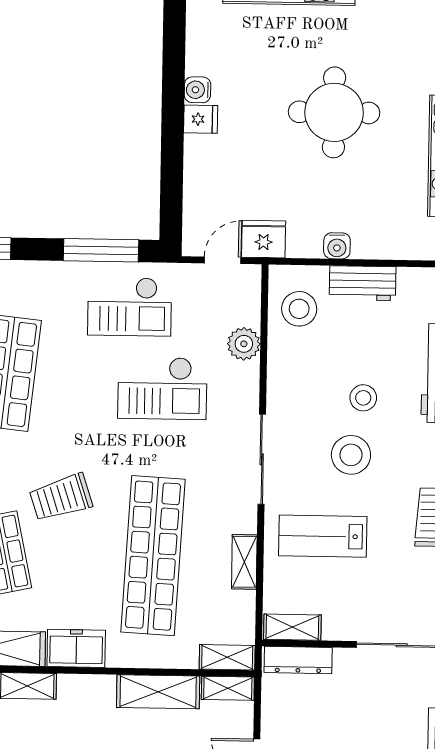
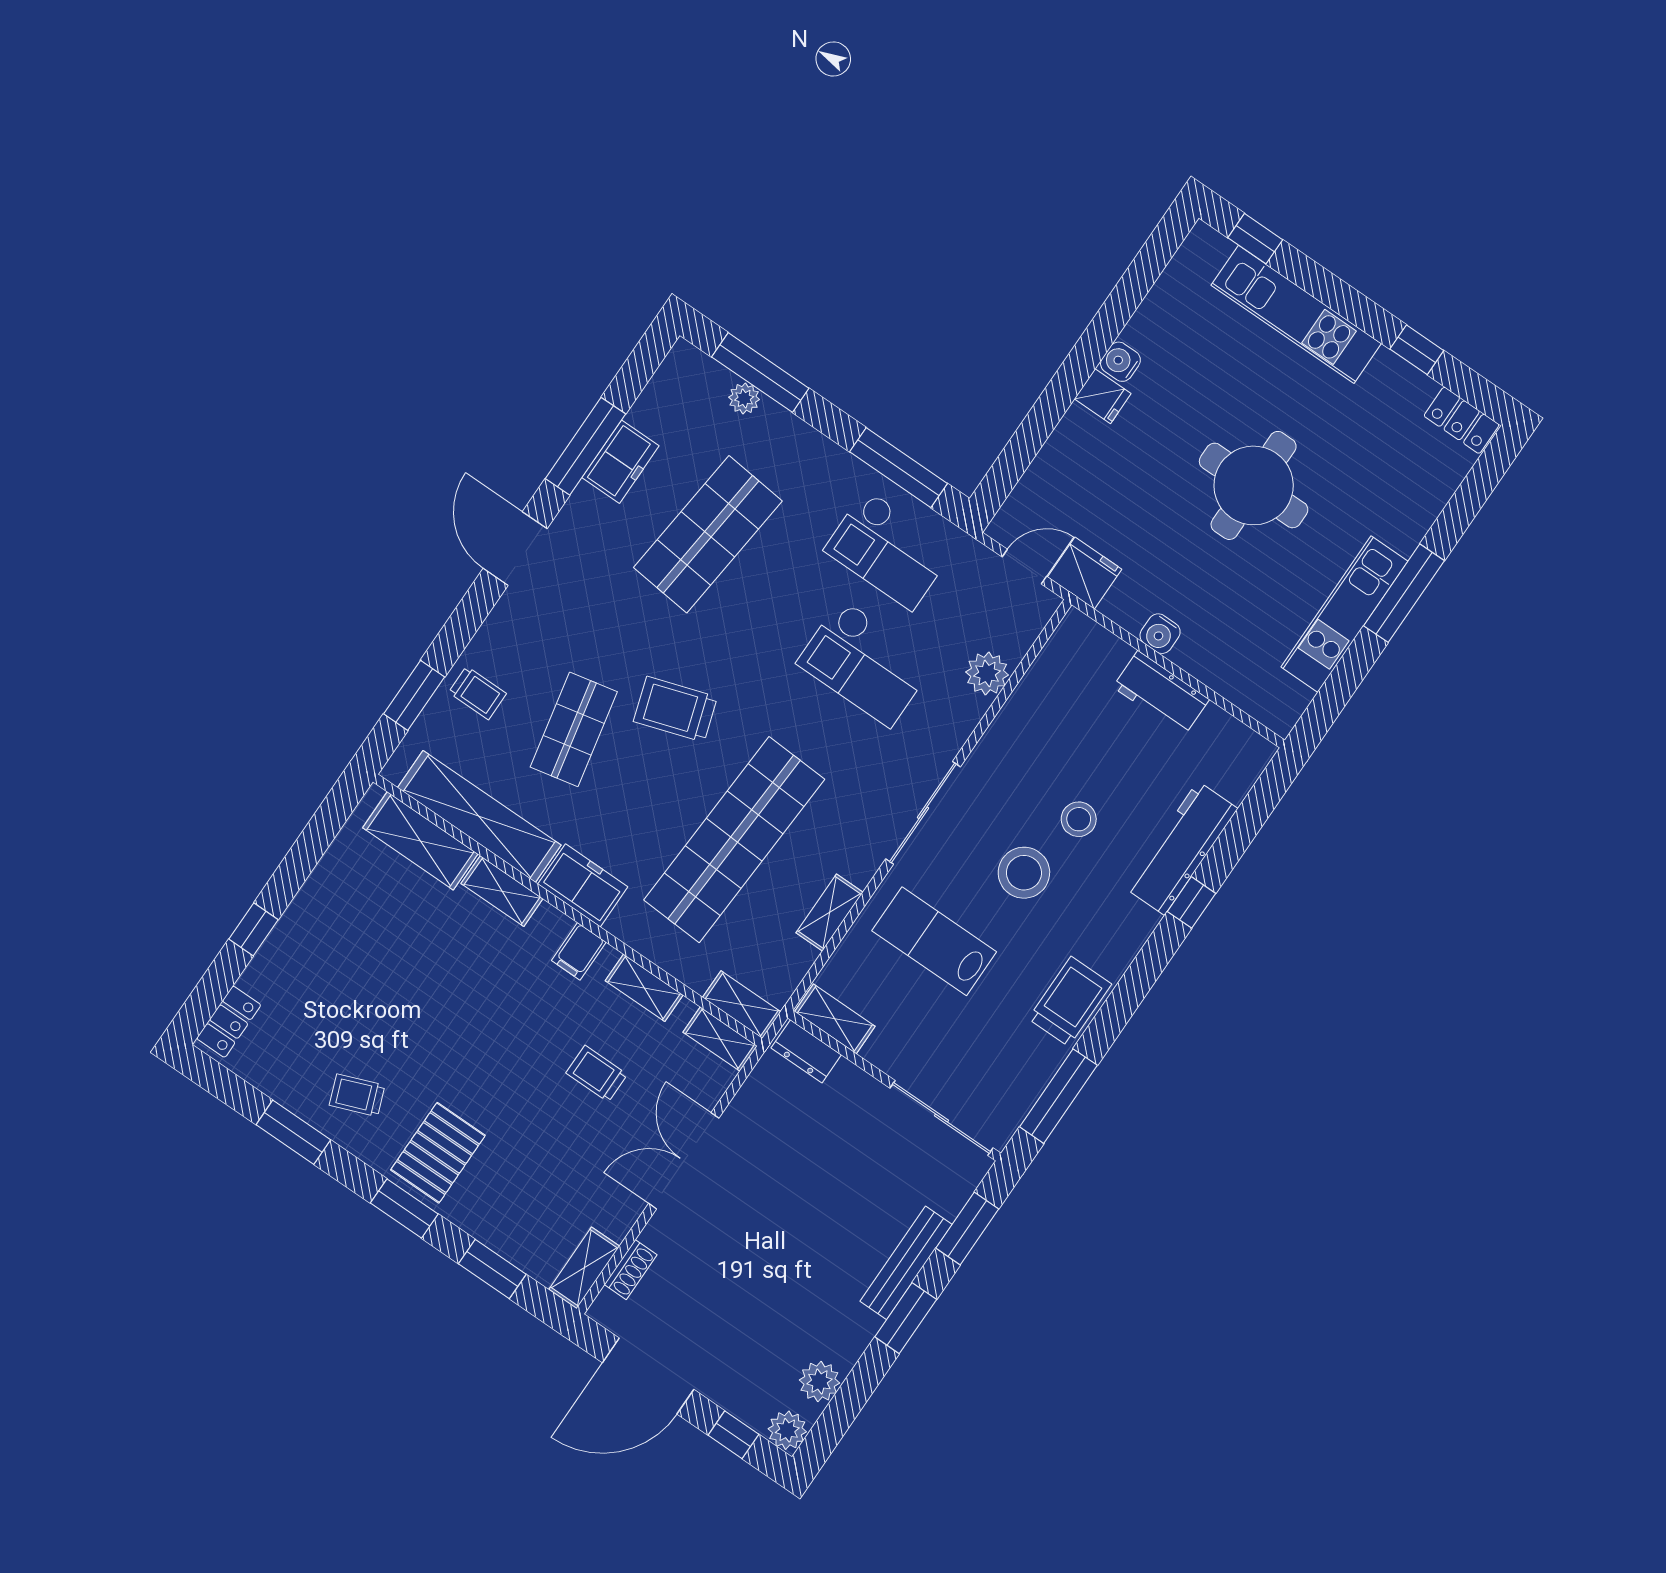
stool: (299, 309) -> (1073, 675), removed
dresser: (298, 660) -> (806, 1051), width x0.70
filing cabinet: (101, 692) -> (579, 951), added
shelving: (158, 692) -> (644, 988), width x0.67, depth x0.75

